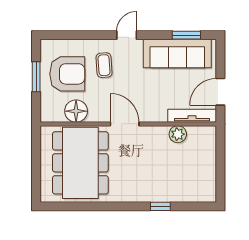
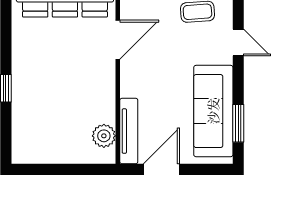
door: (220, 92) -> (161, 169), hinge flipped
plant: (178, 134) -> (104, 136), moved

